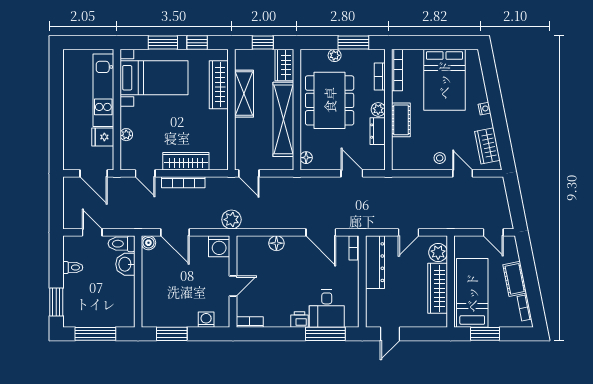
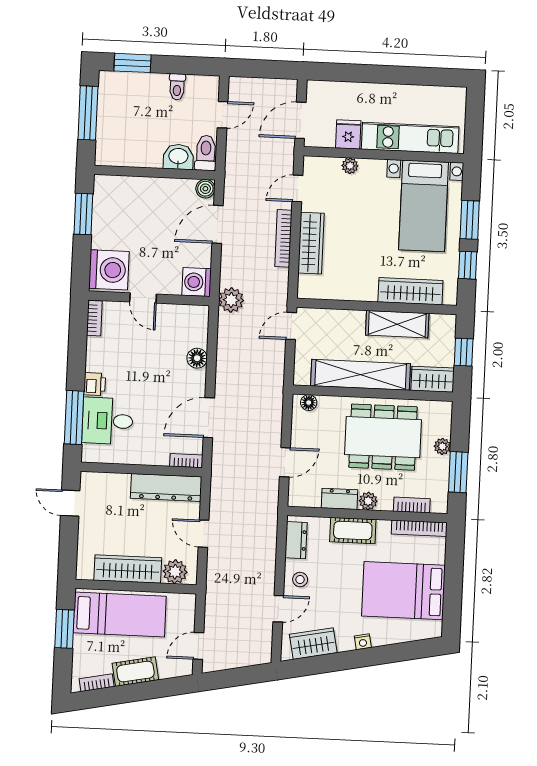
dresser: (410, 162) -> (296, 540), added
washing machine: (206, 320) -> (109, 270), width x1.89, depth x1.89

